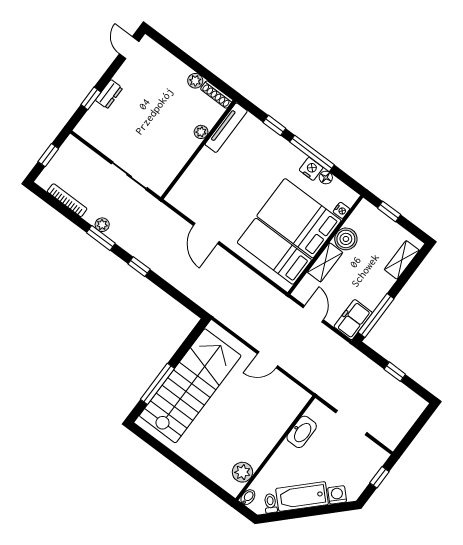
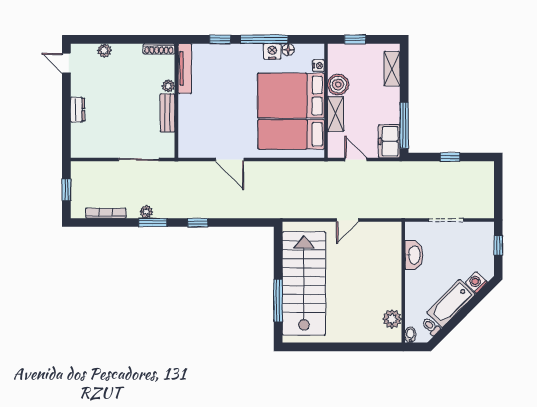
plant: (195, 81) -> (104, 51), moved
window: (91, 98) -> (66, 123), removed
bench: (183, 154) -> (167, 113), added

